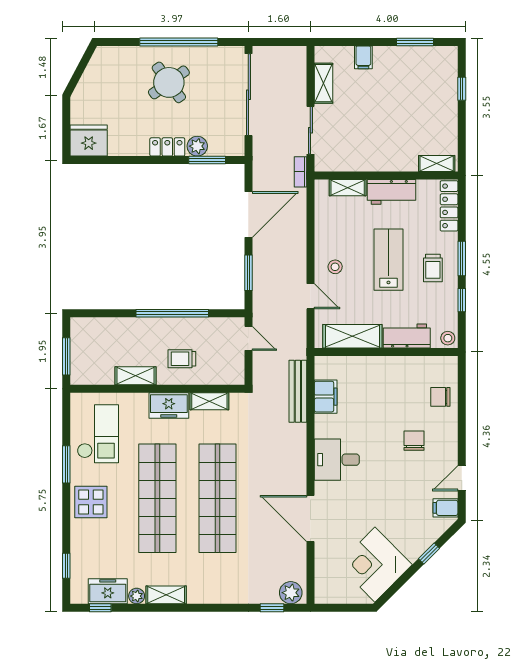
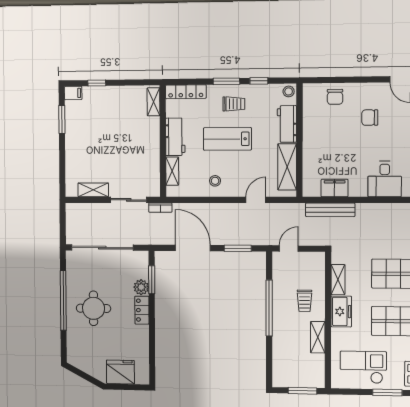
filing cabinet: (363, 57) -> (73, 93), moved
round table: (169, 82) -> (93, 308), turned 36
fridge: (89, 141) -> (120, 372), moved, turned 90
stool: (335, 267) -> (215, 181), moved

